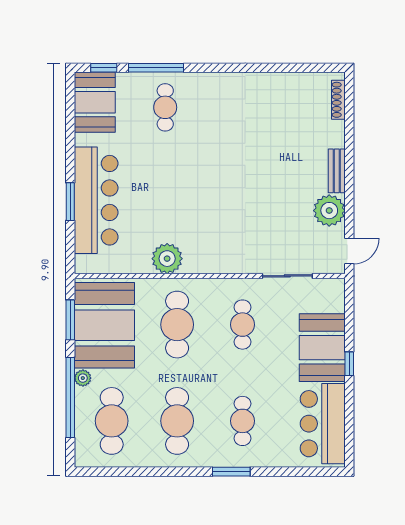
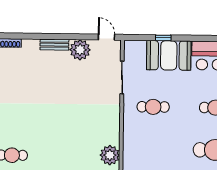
cafe table: (177, 325) -> (153, 149), removed
window: (349, 364) -> (163, 38), moved

